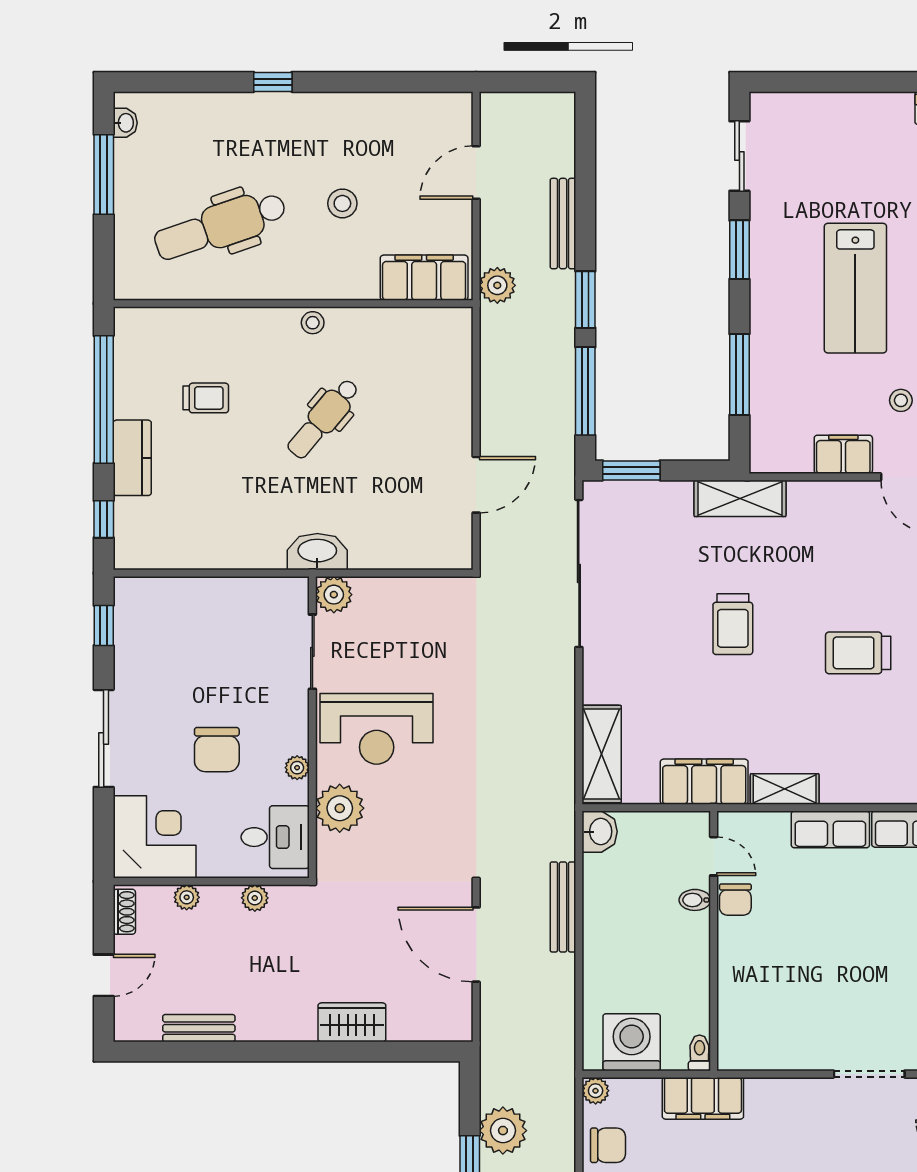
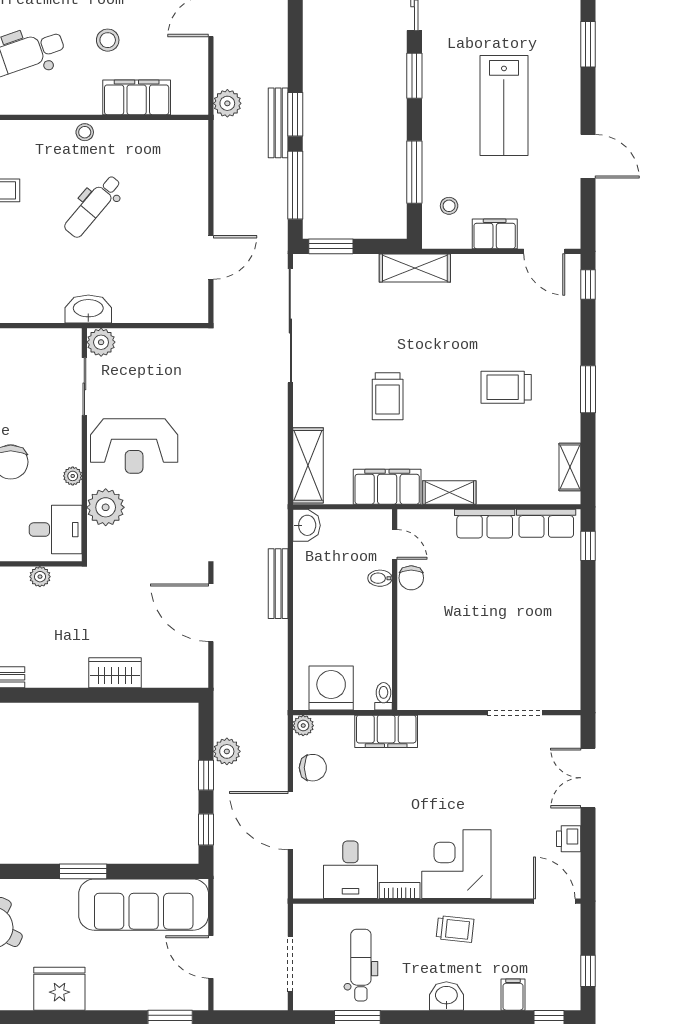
bench: (563, 224) -> (278, 123), moved
filing cabinet: (424, 278) -> (137, 97), moved
stool: (901, 400) -> (449, 206), moved
trolley: (733, 624) -> (388, 396), moved
plant: (503, 1131) -> (227, 751), width x0.73, depth x0.73

